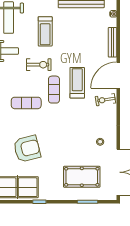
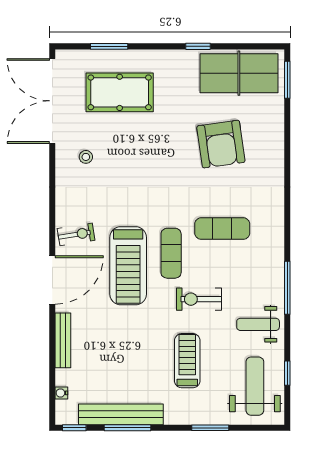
treadmill: (77, 83) -> (128, 266), width x1.37, depth x1.38
armchair: (27, 149) -> (221, 144), turned -84

